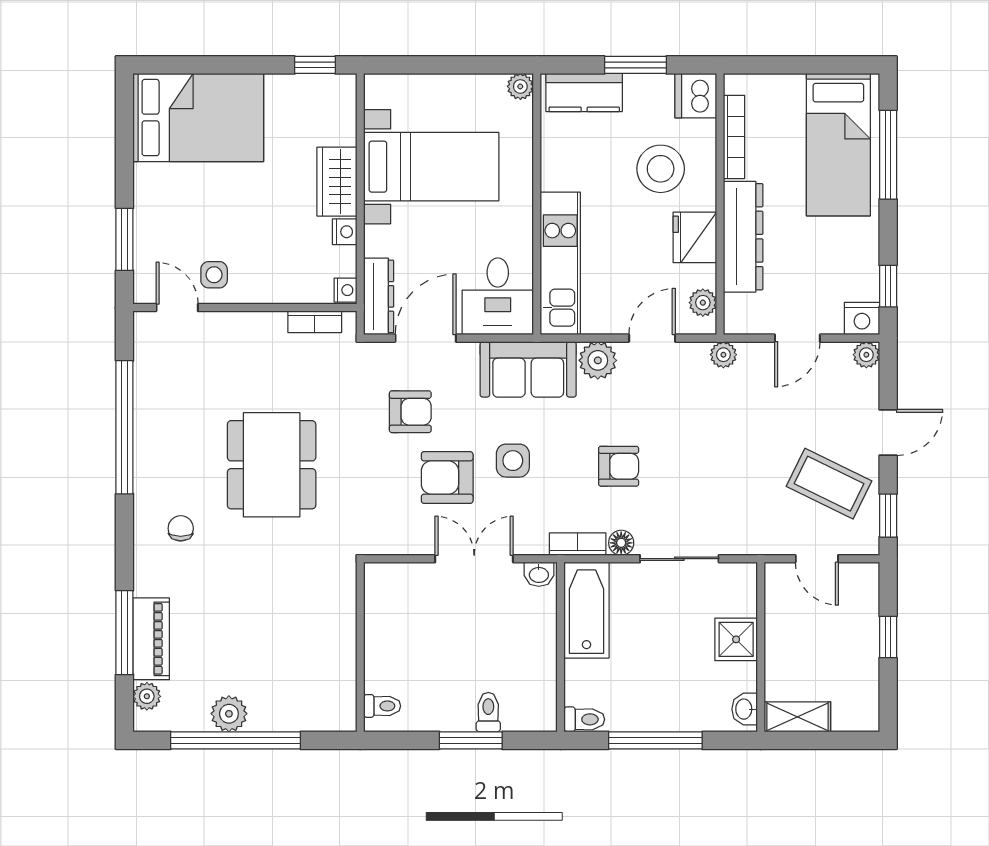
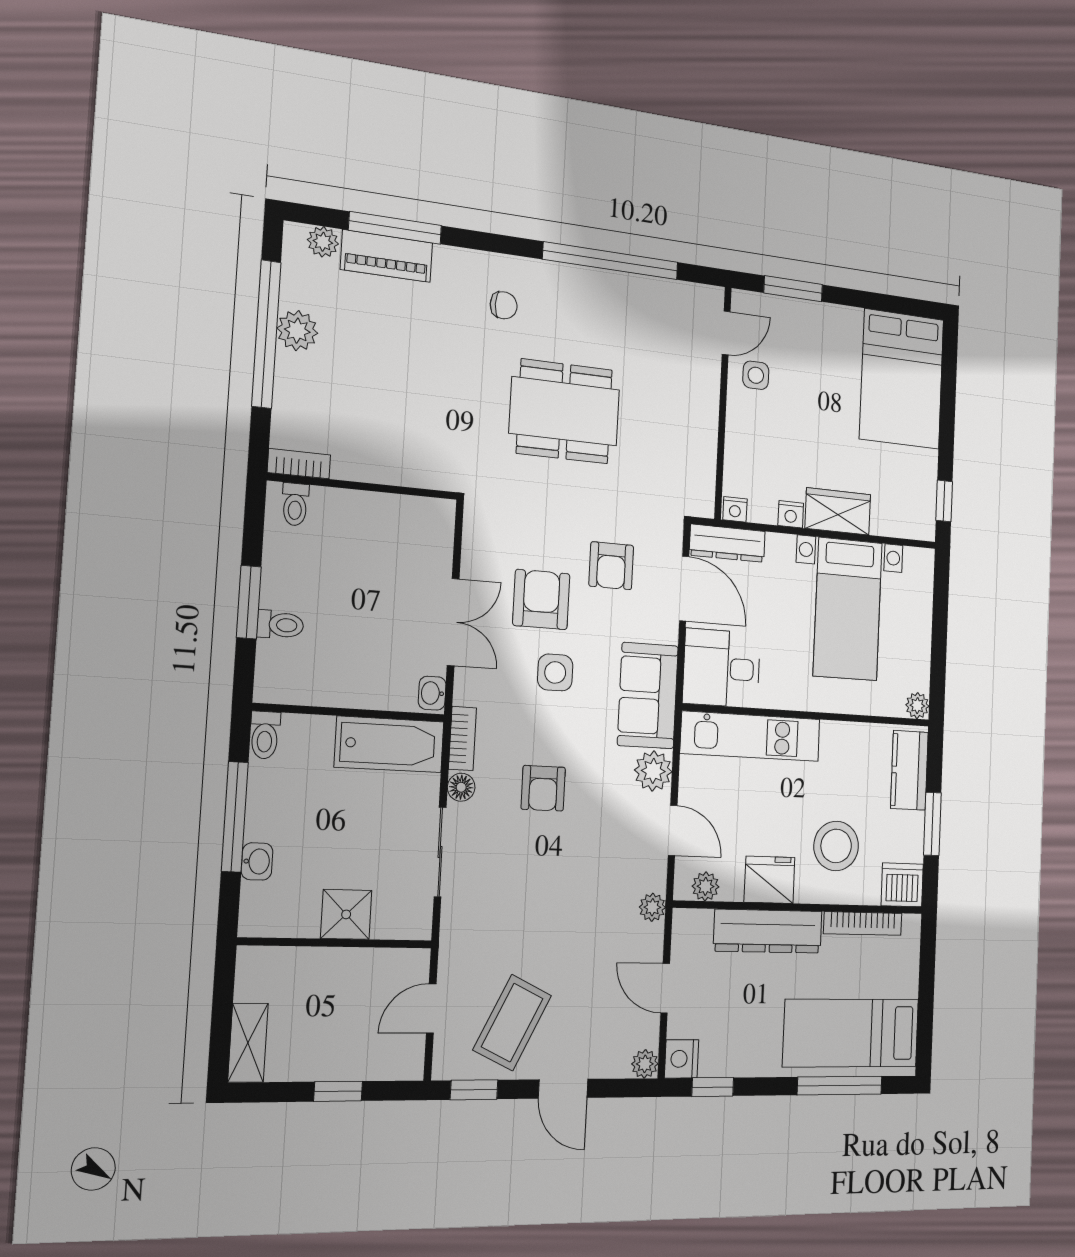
bookcase: (315, 322) -> (299, 464), moved, turned 90
washbasin: (745, 709) -> (257, 861), moved, turned 90
shelving: (797, 717) -> (248, 1043), moved

